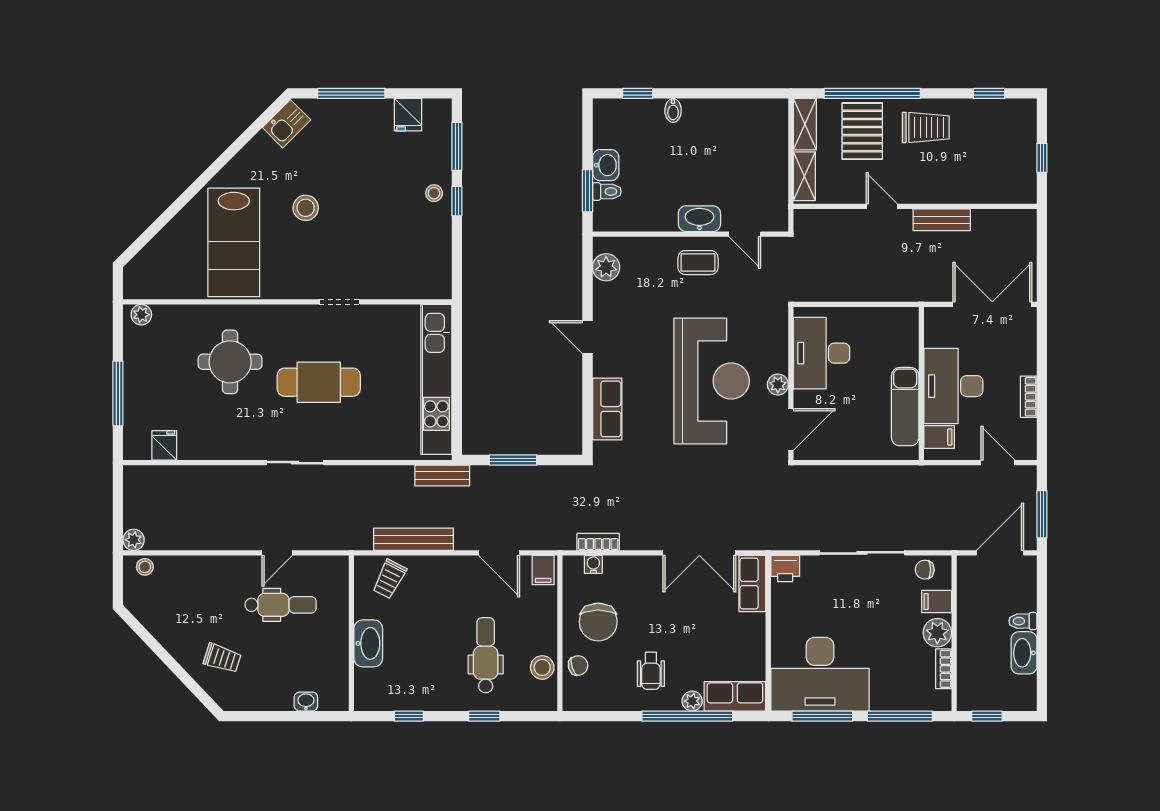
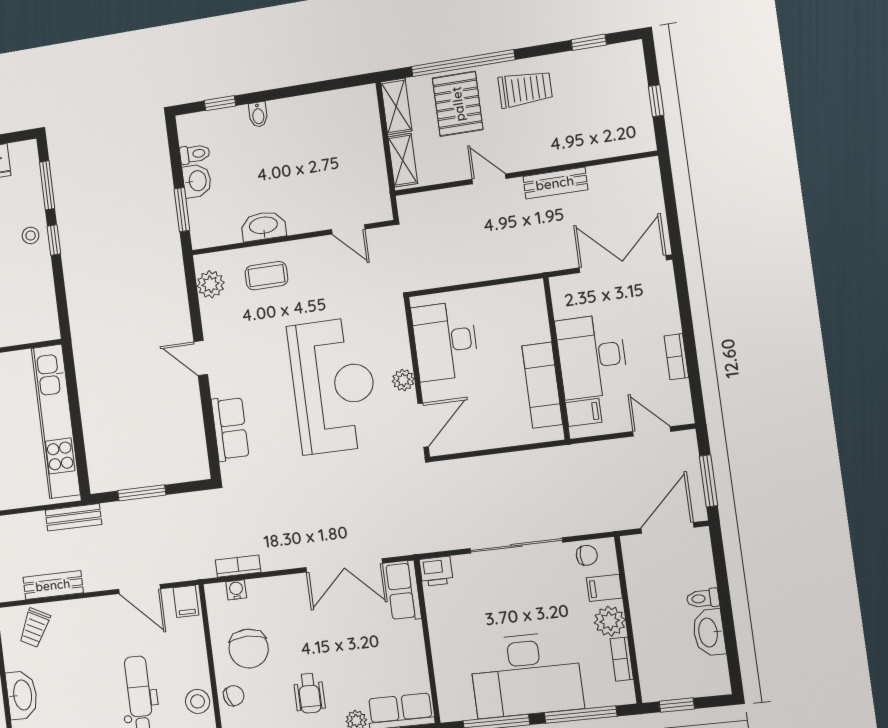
toilet: (607, 191) -> (195, 154), moved
washbasin: (699, 219) -> (263, 226), moved
coffee table: (698, 263) -> (266, 276), moved
bench: (414, 539) -> (53, 585), width x0.73
chair: (925, 570) -> (587, 555), turned 180
desk: (820, 674) -> (526, 675), moved

